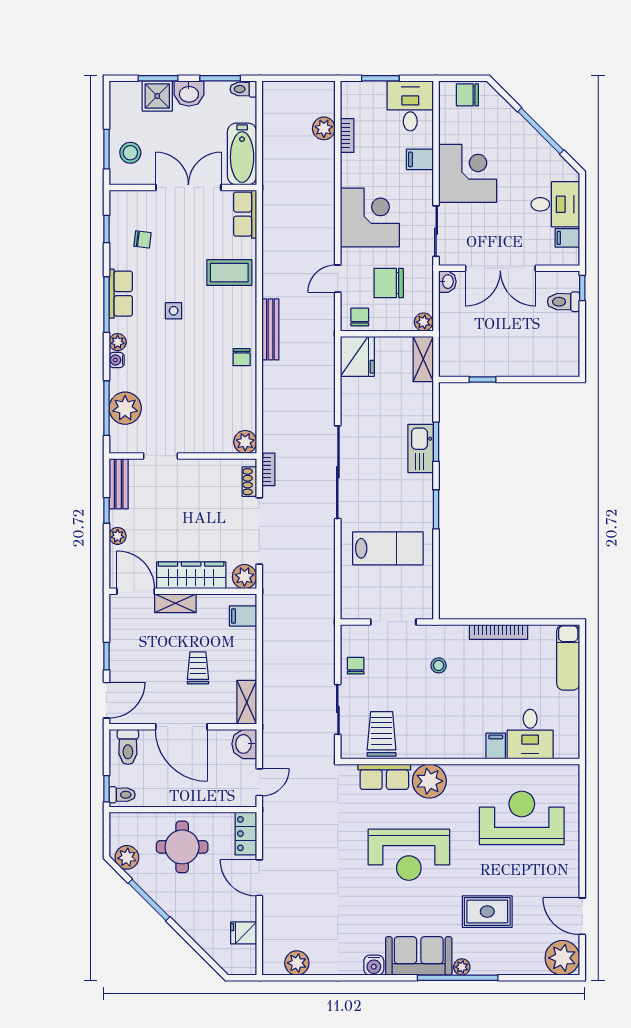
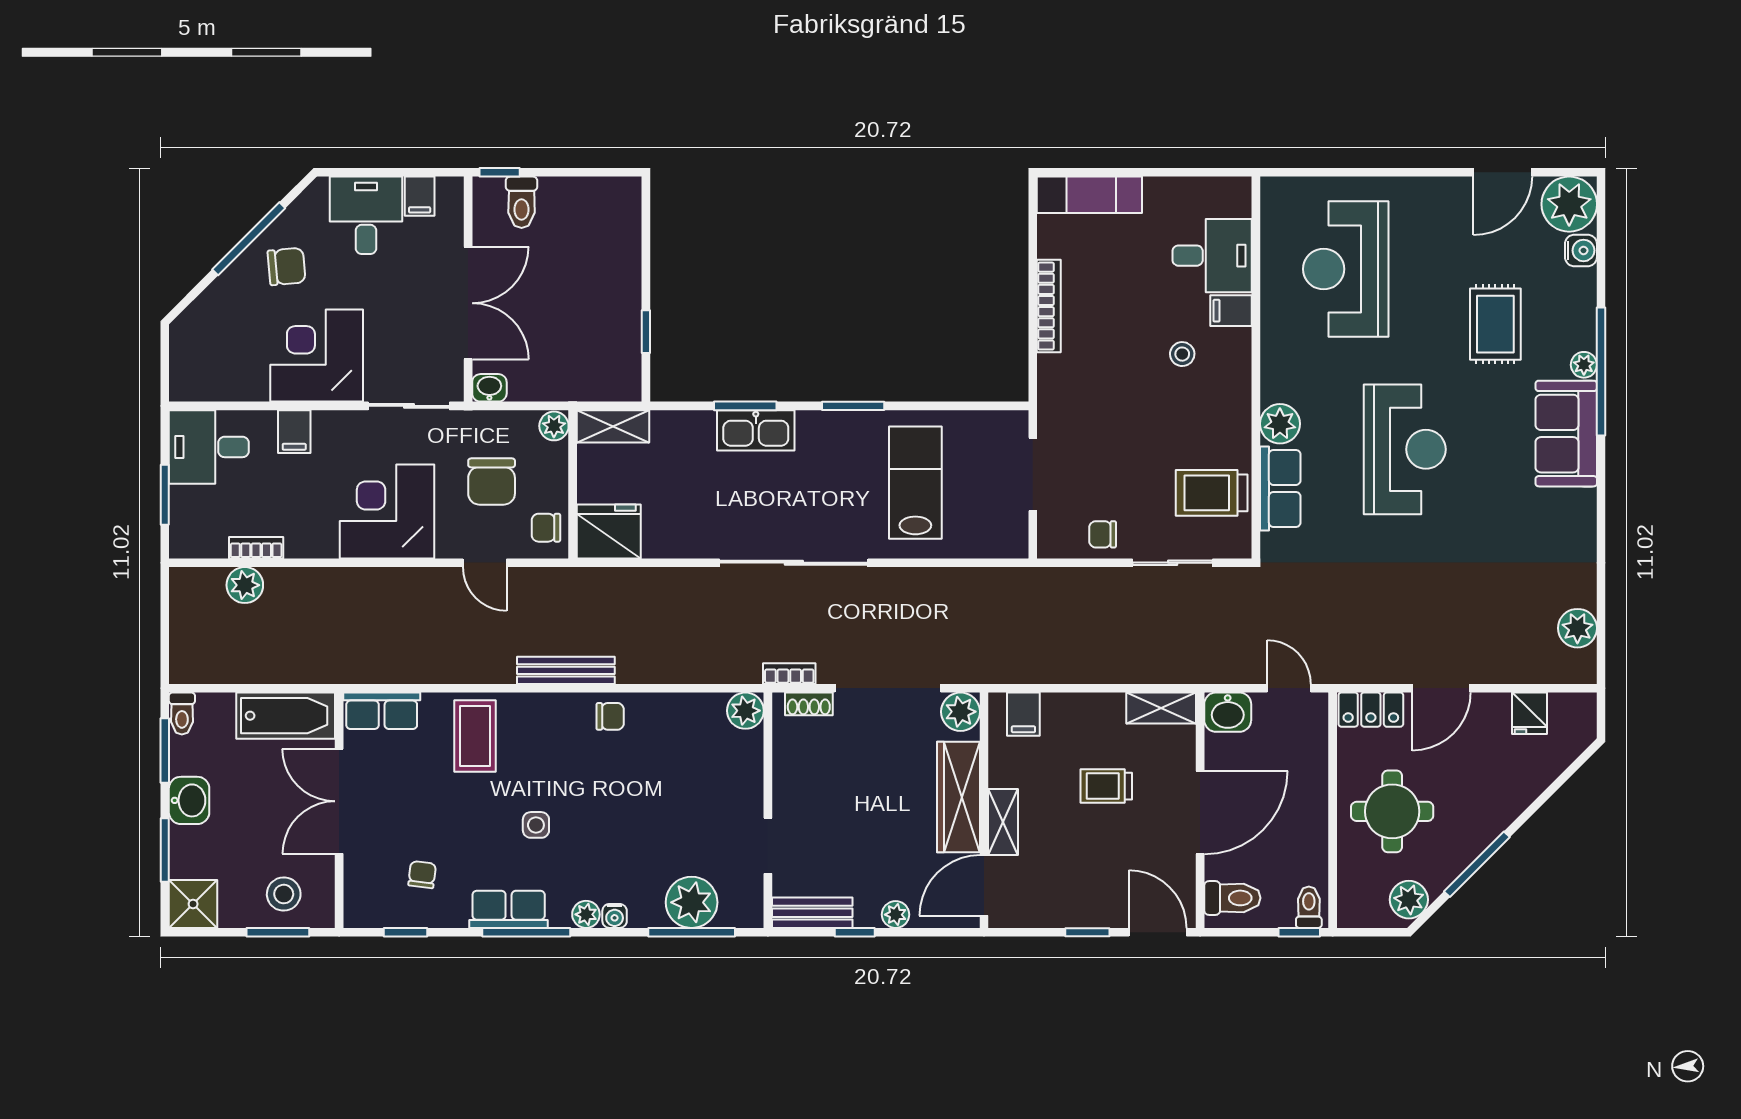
chair: (467, 95) -> (287, 266), moved, turned -95
shower: (157, 96) -> (193, 904), moved
stool: (439, 665) -> (1182, 354), moved
plant: (429, 781) -> (1280, 424), width x0.73, depth x0.73
water cooler: (374, 965) -> (1581, 250), moved

